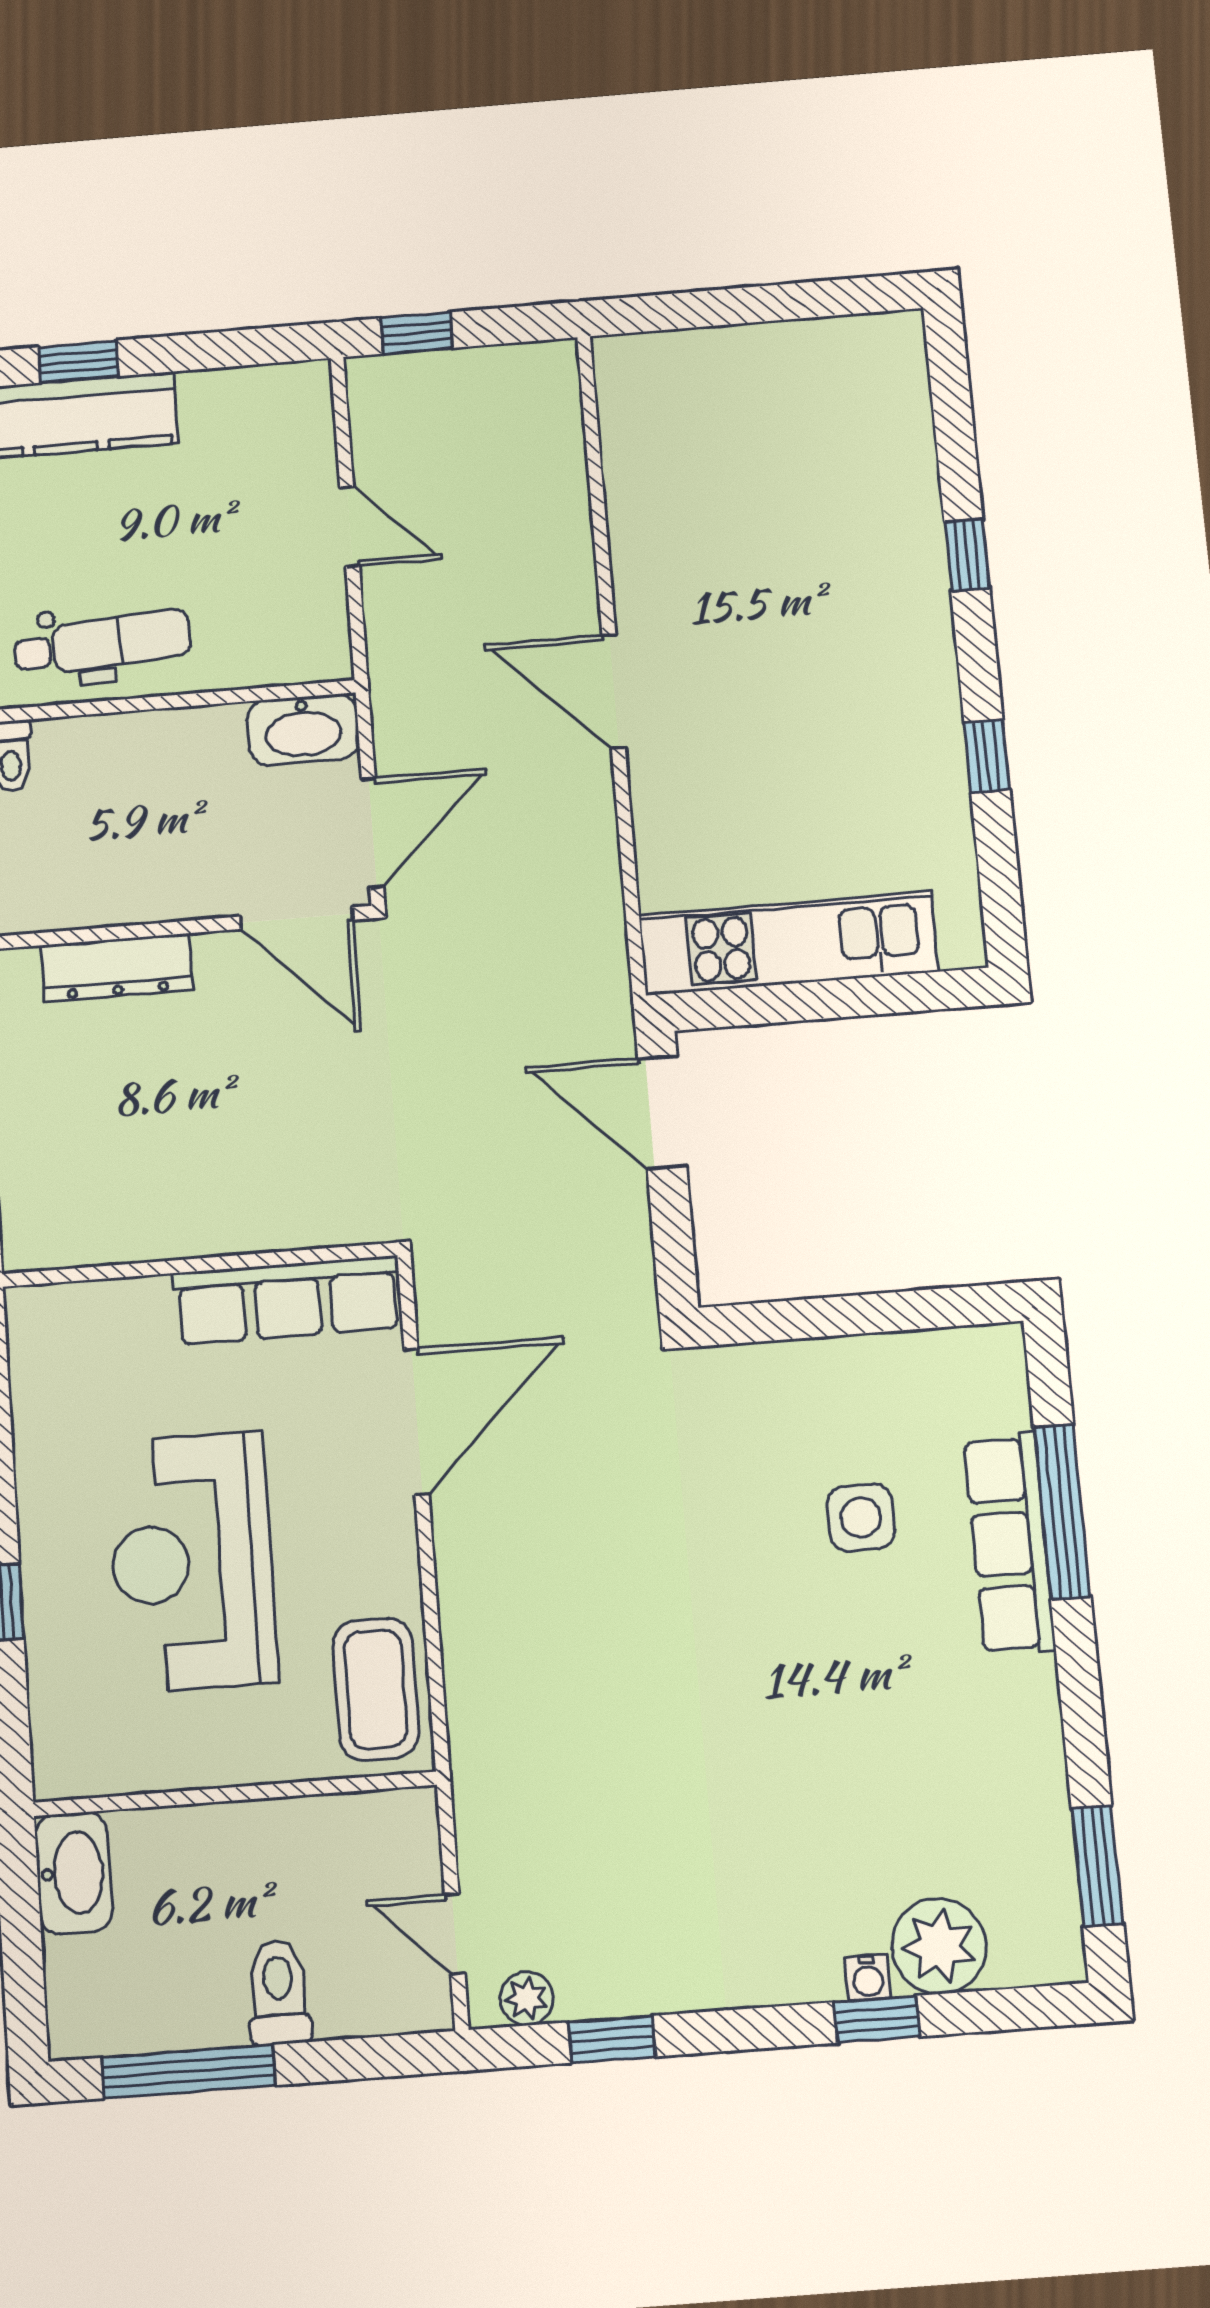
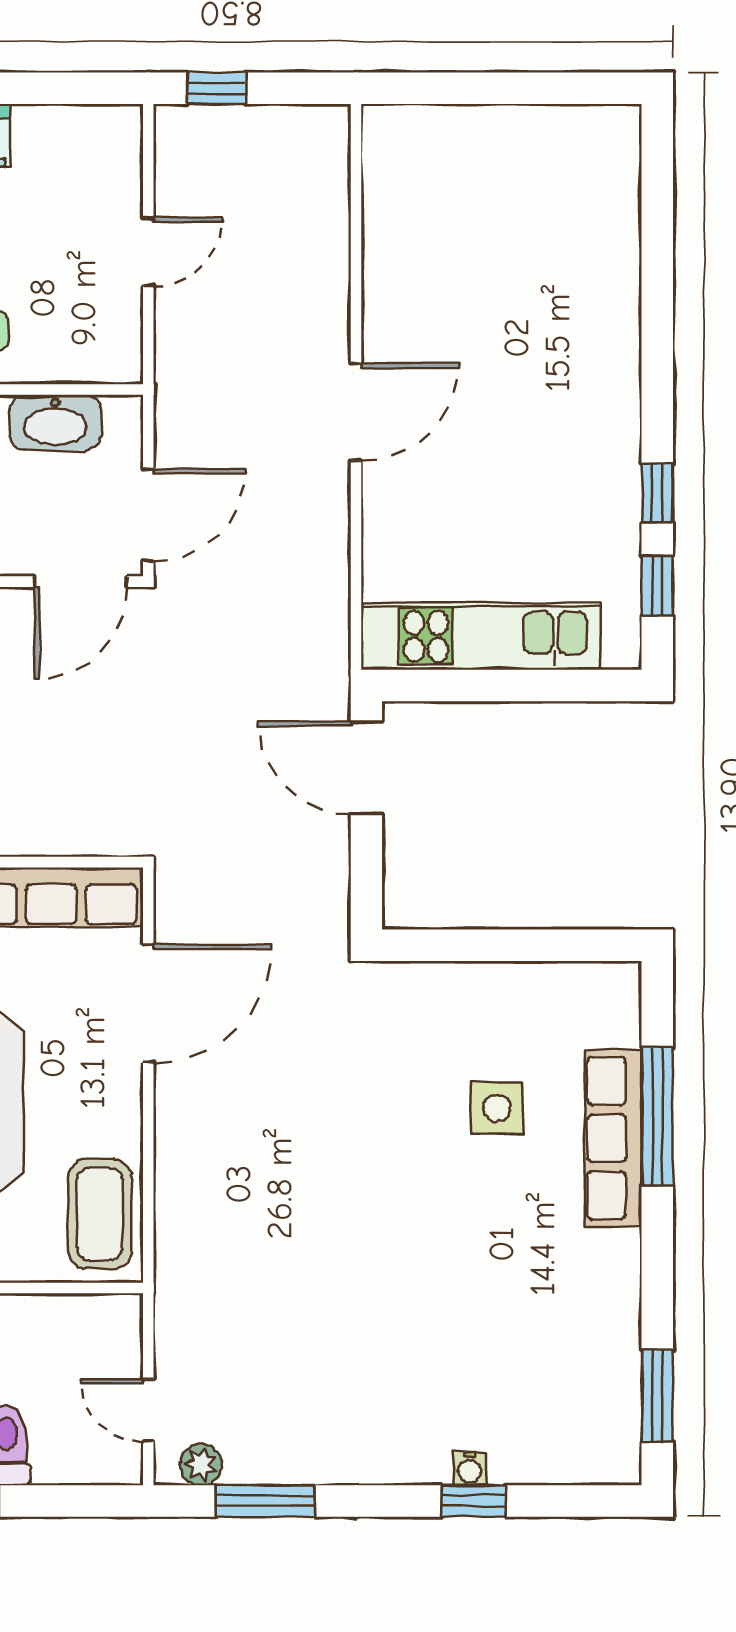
door: (350, 526) -> (148, 252), hinge flipped
window: (967, 555) -> (657, 586), moved
door: (614, 691) -> (356, 412), swing flipped
washbasin: (303, 729) -> (55, 423), moved
door: (297, 918) -> (81, 582), hinge flipped
plant: (939, 1946) -> (528, 1448), removed
window: (612, 2039) -> (265, 1501), width x1.50

